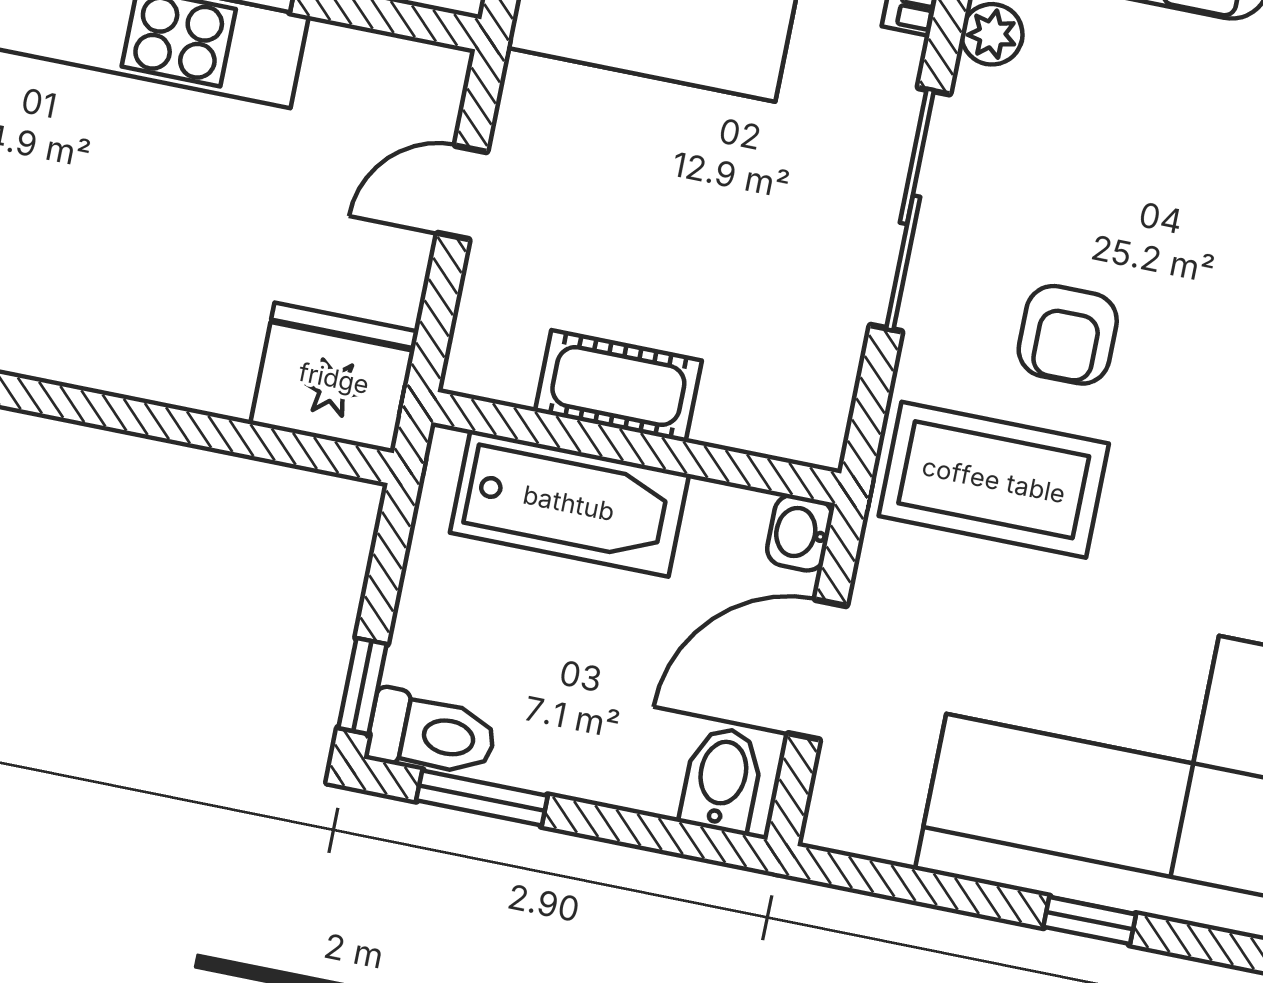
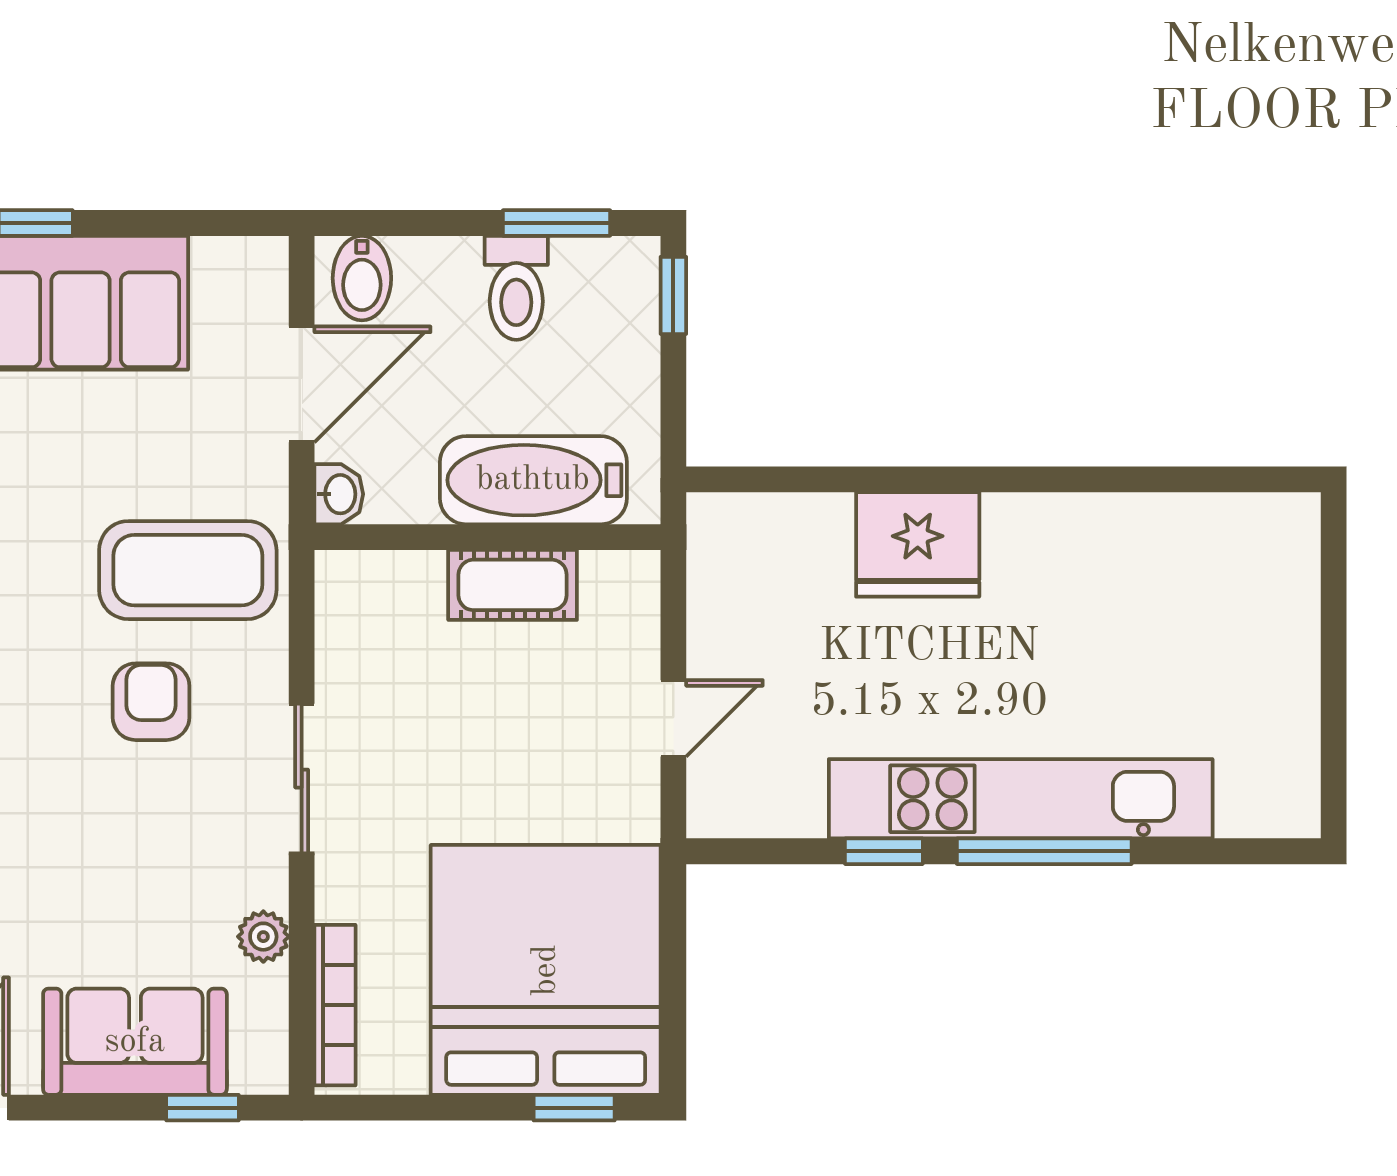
sliding door: (910, 210) -> (302, 779), width x0.73
fridge: (334, 378) -> (918, 544), moved
toilet: (432, 734) -> (516, 288), moved, turned -90

